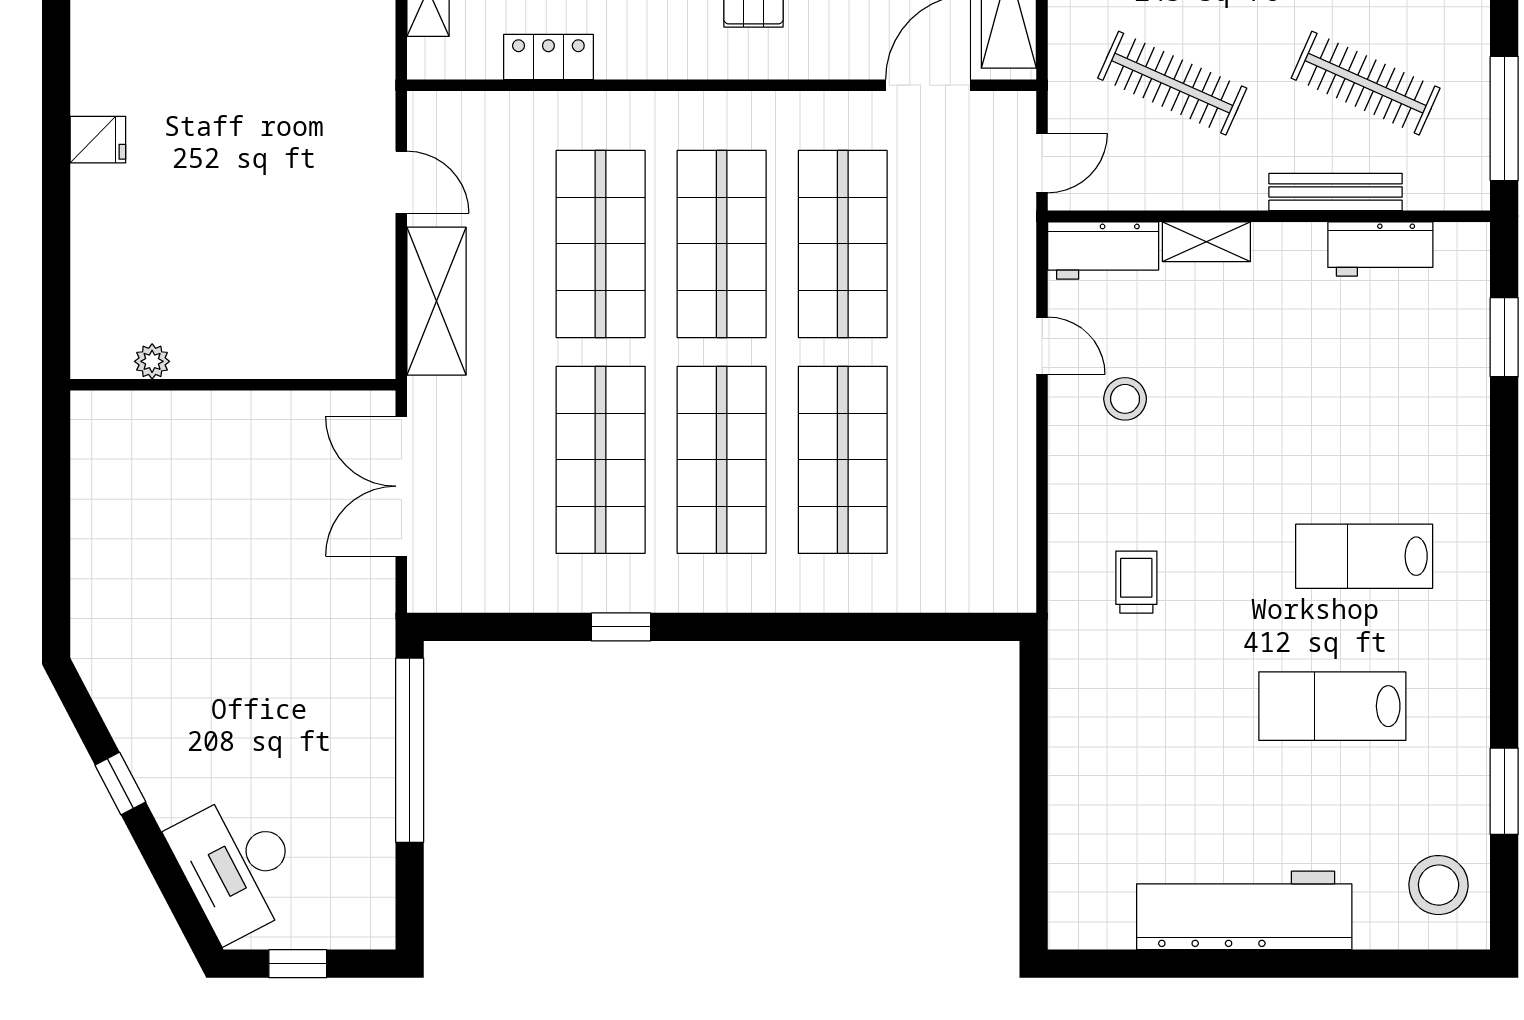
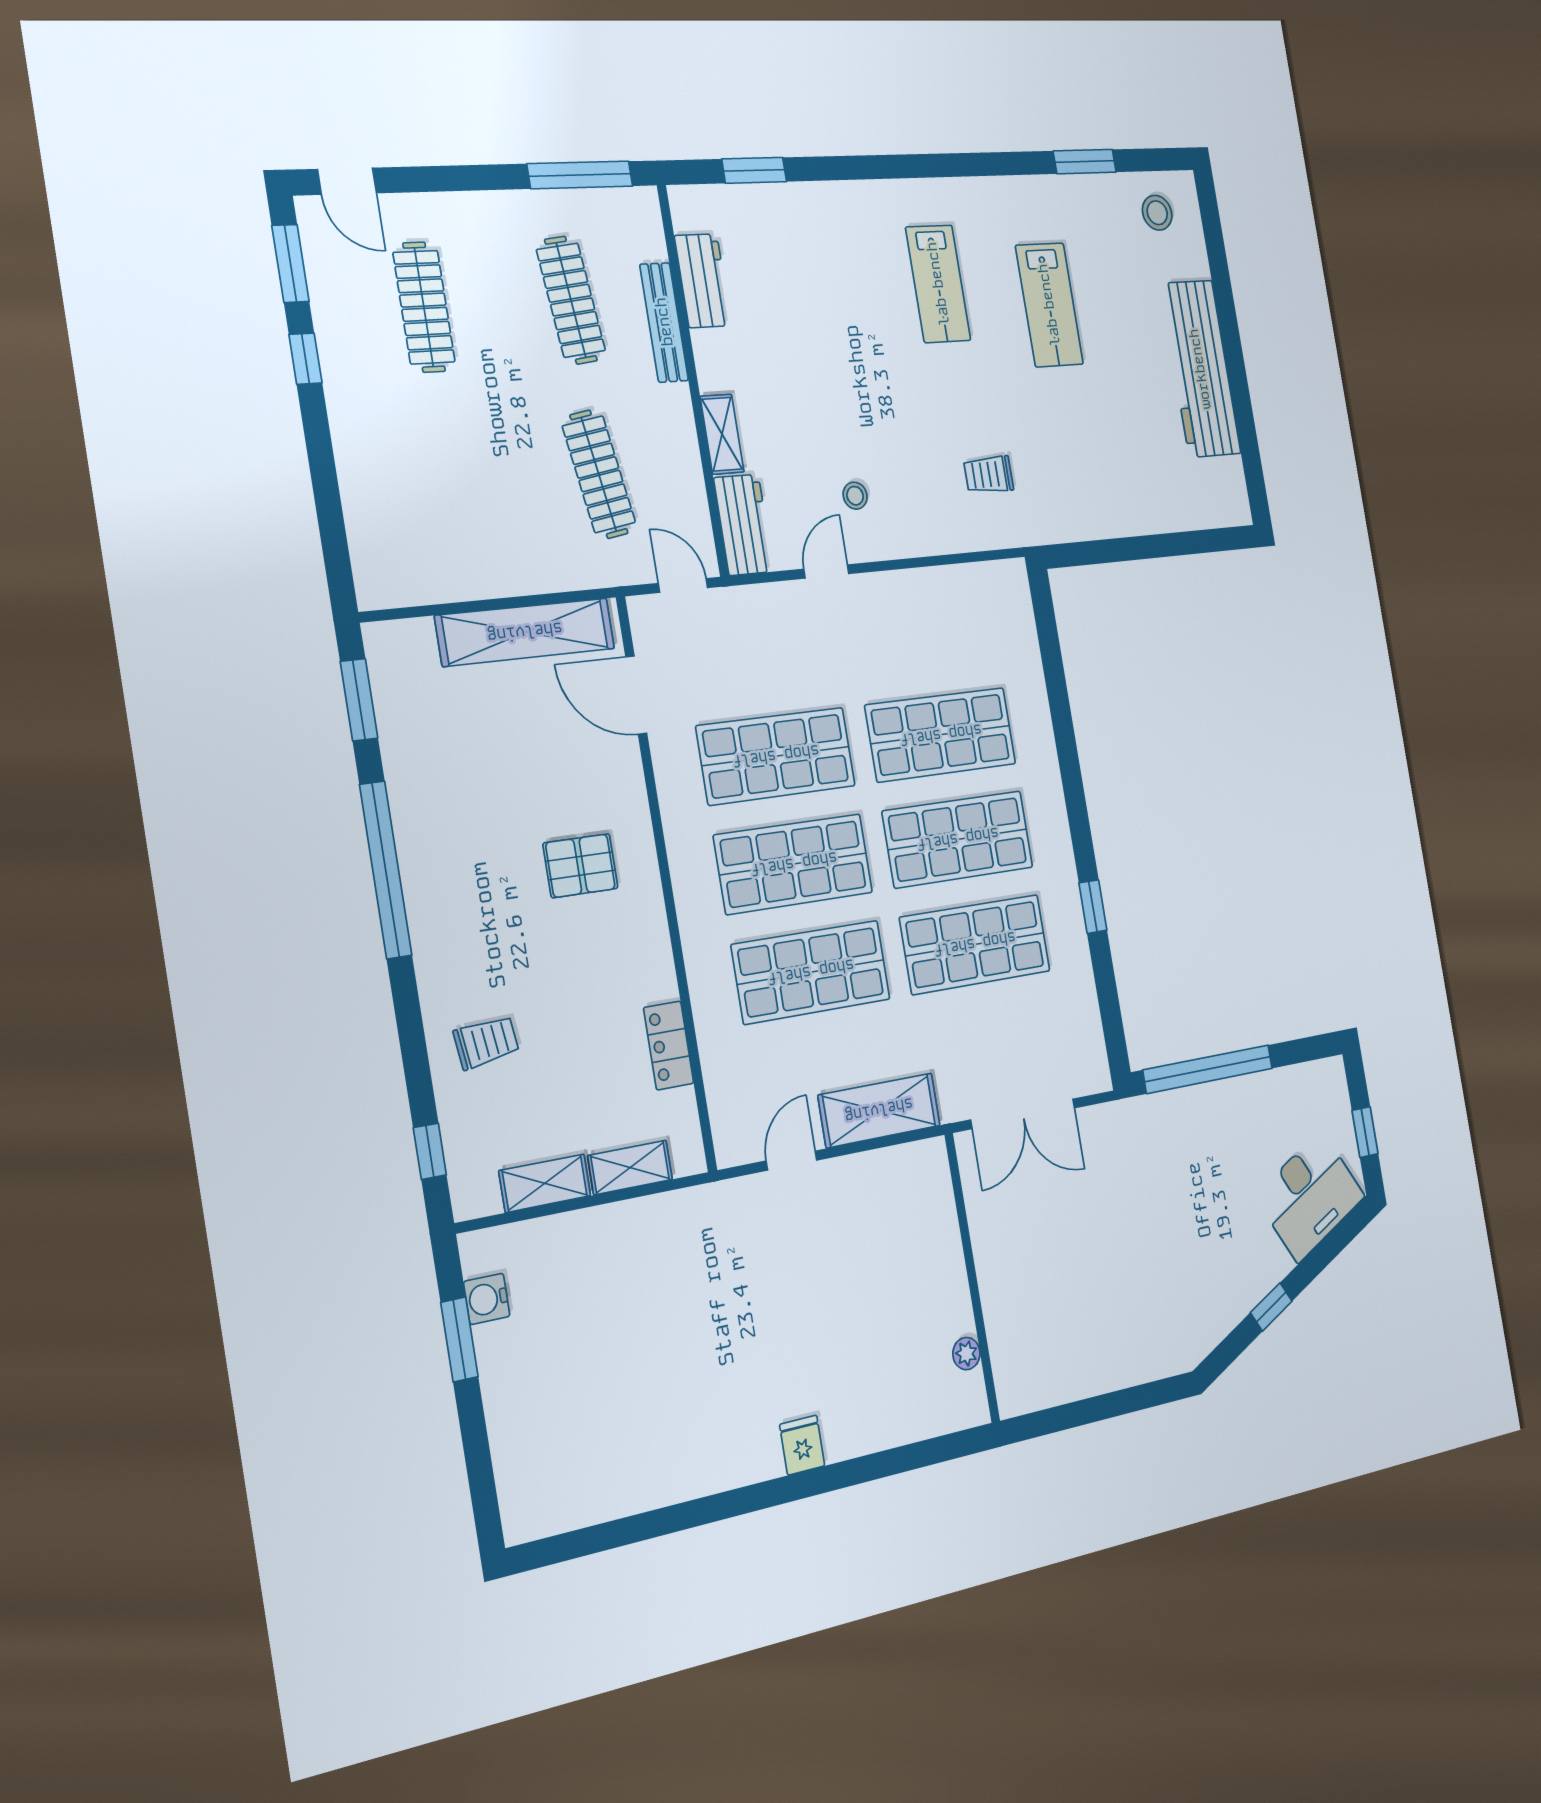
clothes rail: (1172, 83) -> (599, 474), turned -33
clothes rail: (1366, 83) -> (571, 300), turned -30
stool: (1125, 399) -> (855, 496), width x0.73, depth x0.73
stool: (1439, 885) -> (1157, 213), width x0.73, depth x0.73

